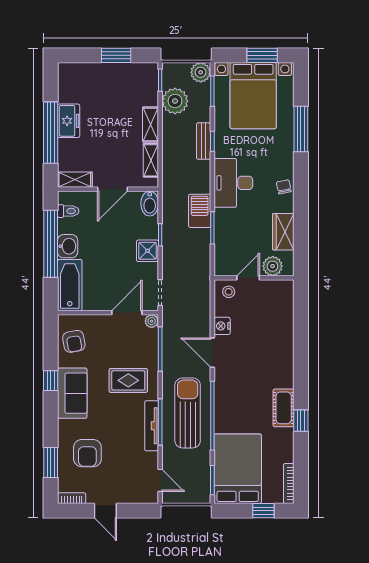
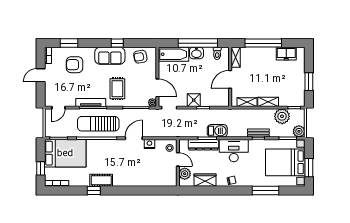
freezer: (69, 121) -> (286, 54), moved
door: (112, 189) -> (230, 79), hinge flipped
bidet: (150, 204) -> (222, 101), removed
dresser: (223, 234) -> (203, 145), added
sun lounger: (188, 413) -> (98, 124), turned 180

